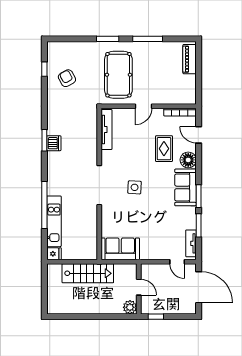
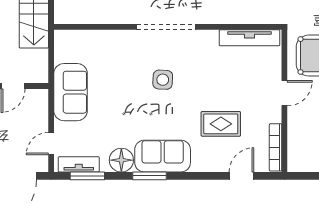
door: (143, 106) -> (284, 93), swing flipped
floor lamp: (188, 160) -> (121, 160), moved
window: (199, 225) -> (87, 176), moved
sofa: (120, 249) -> (71, 92), moved

